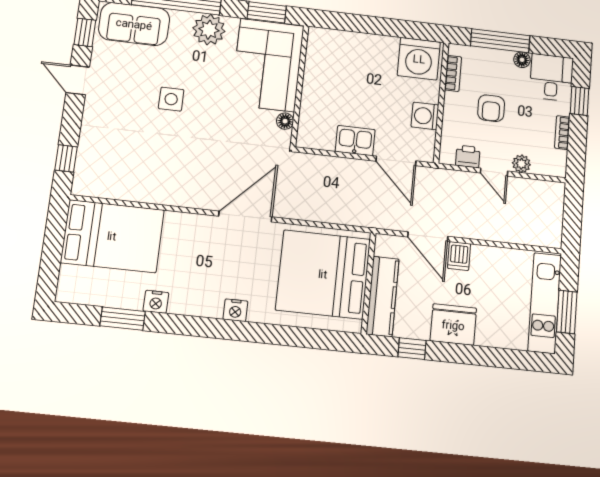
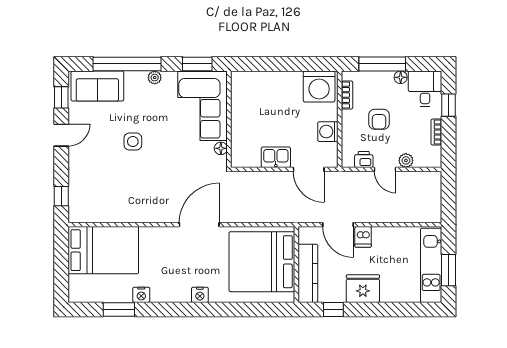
plant: (209, 30) -> (155, 78), width x0.53, depth x0.53
door: (78, 80) -> (61, 135), swing flipped

